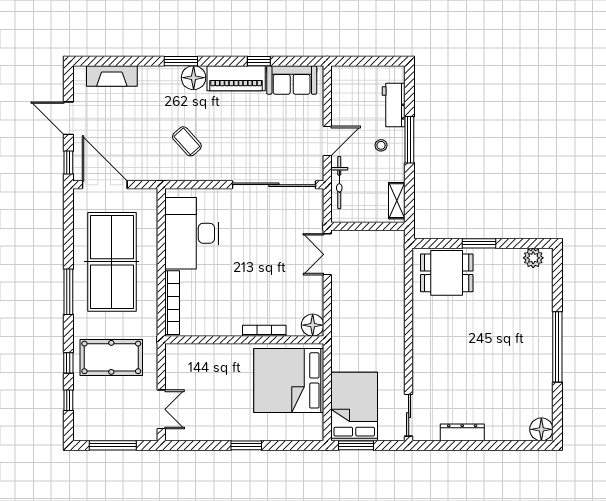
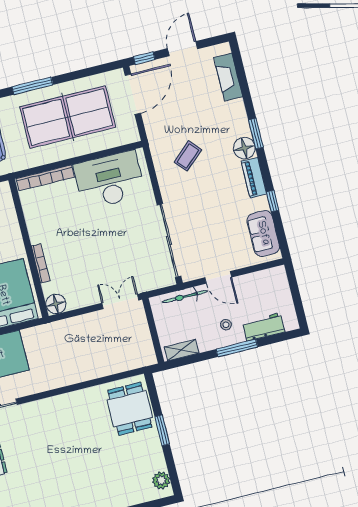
piano: (236, 78) -> (254, 178), width x0.73, depth x0.75

